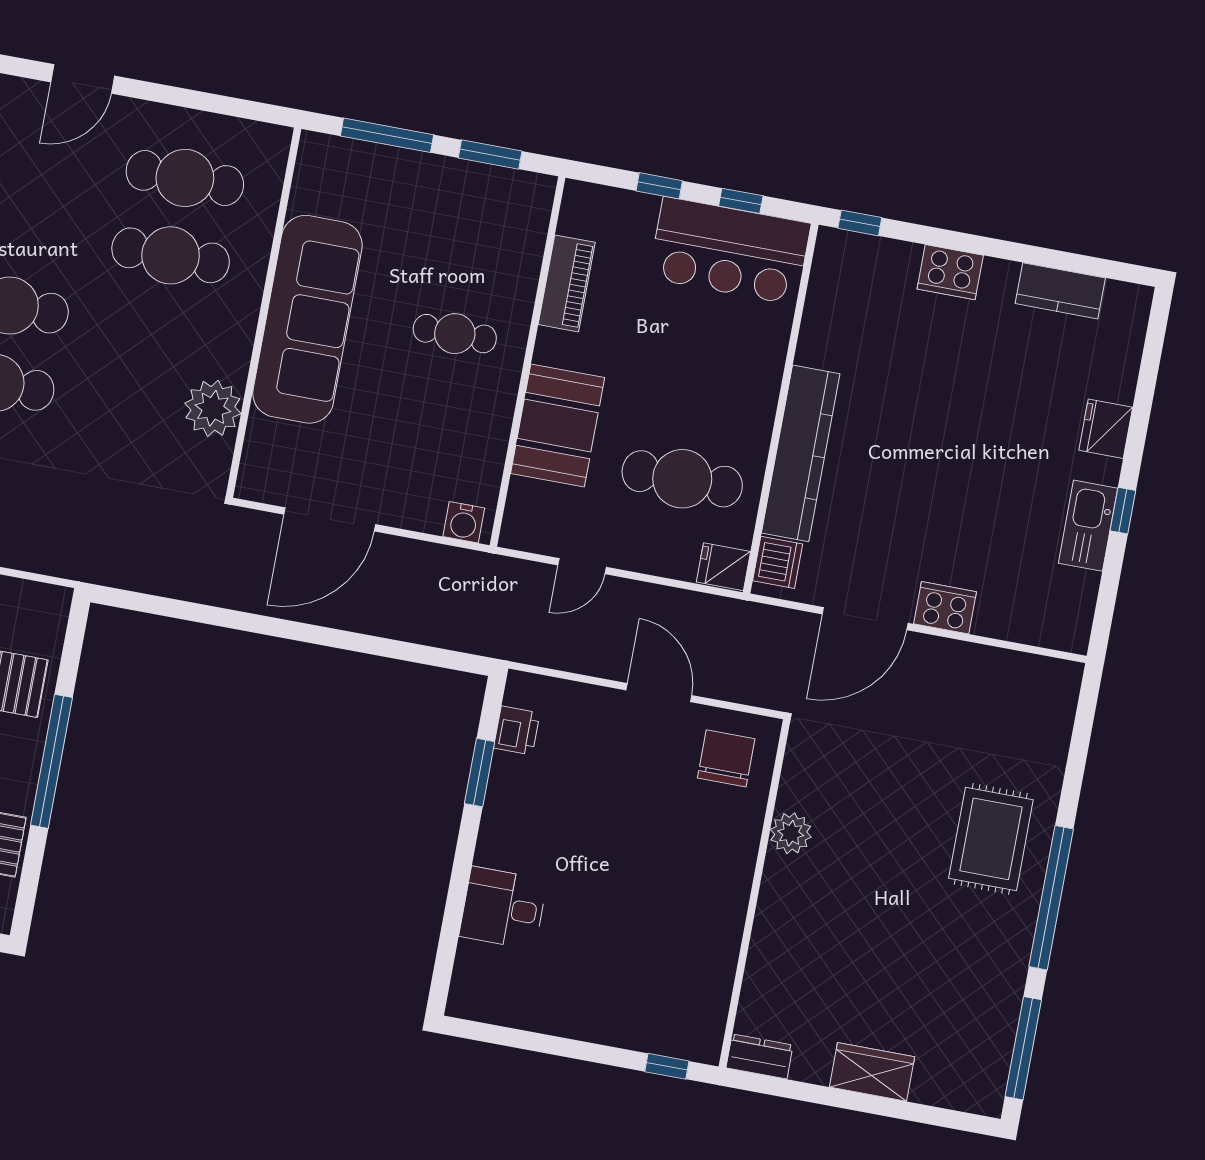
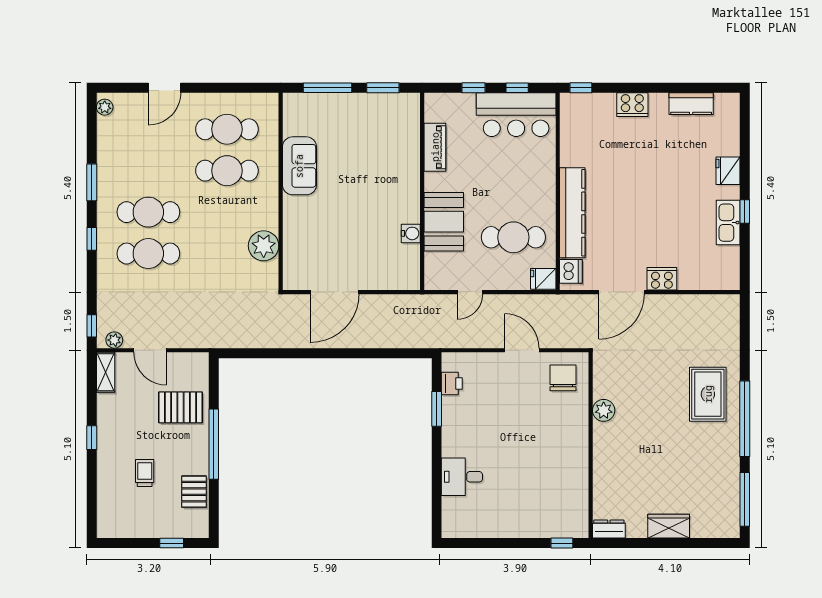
sofa: (307, 319) -> (299, 166), width x0.54, depth x0.79
cafe table: (455, 334) -> (382, 184), removed
water cooler: (464, 522) -> (411, 233), moved, turned -90

